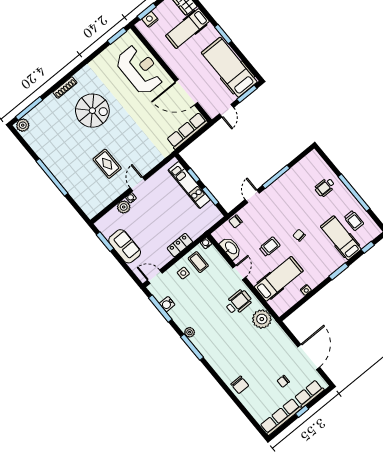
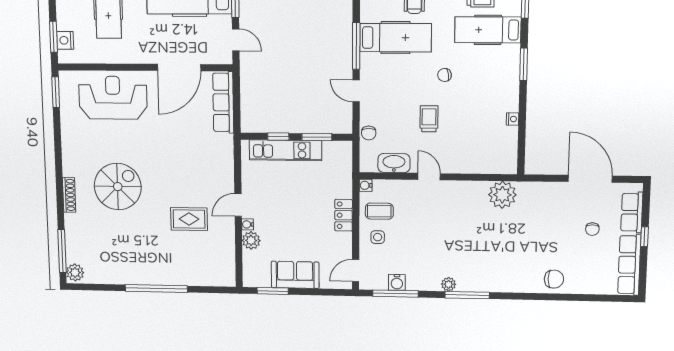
door: (138, 184) -> (238, 205), hinge flipped
hospital bed: (279, 279) -> (395, 38), moved, turned 90
wheelchair: (238, 302) -> (461, 205), removed

